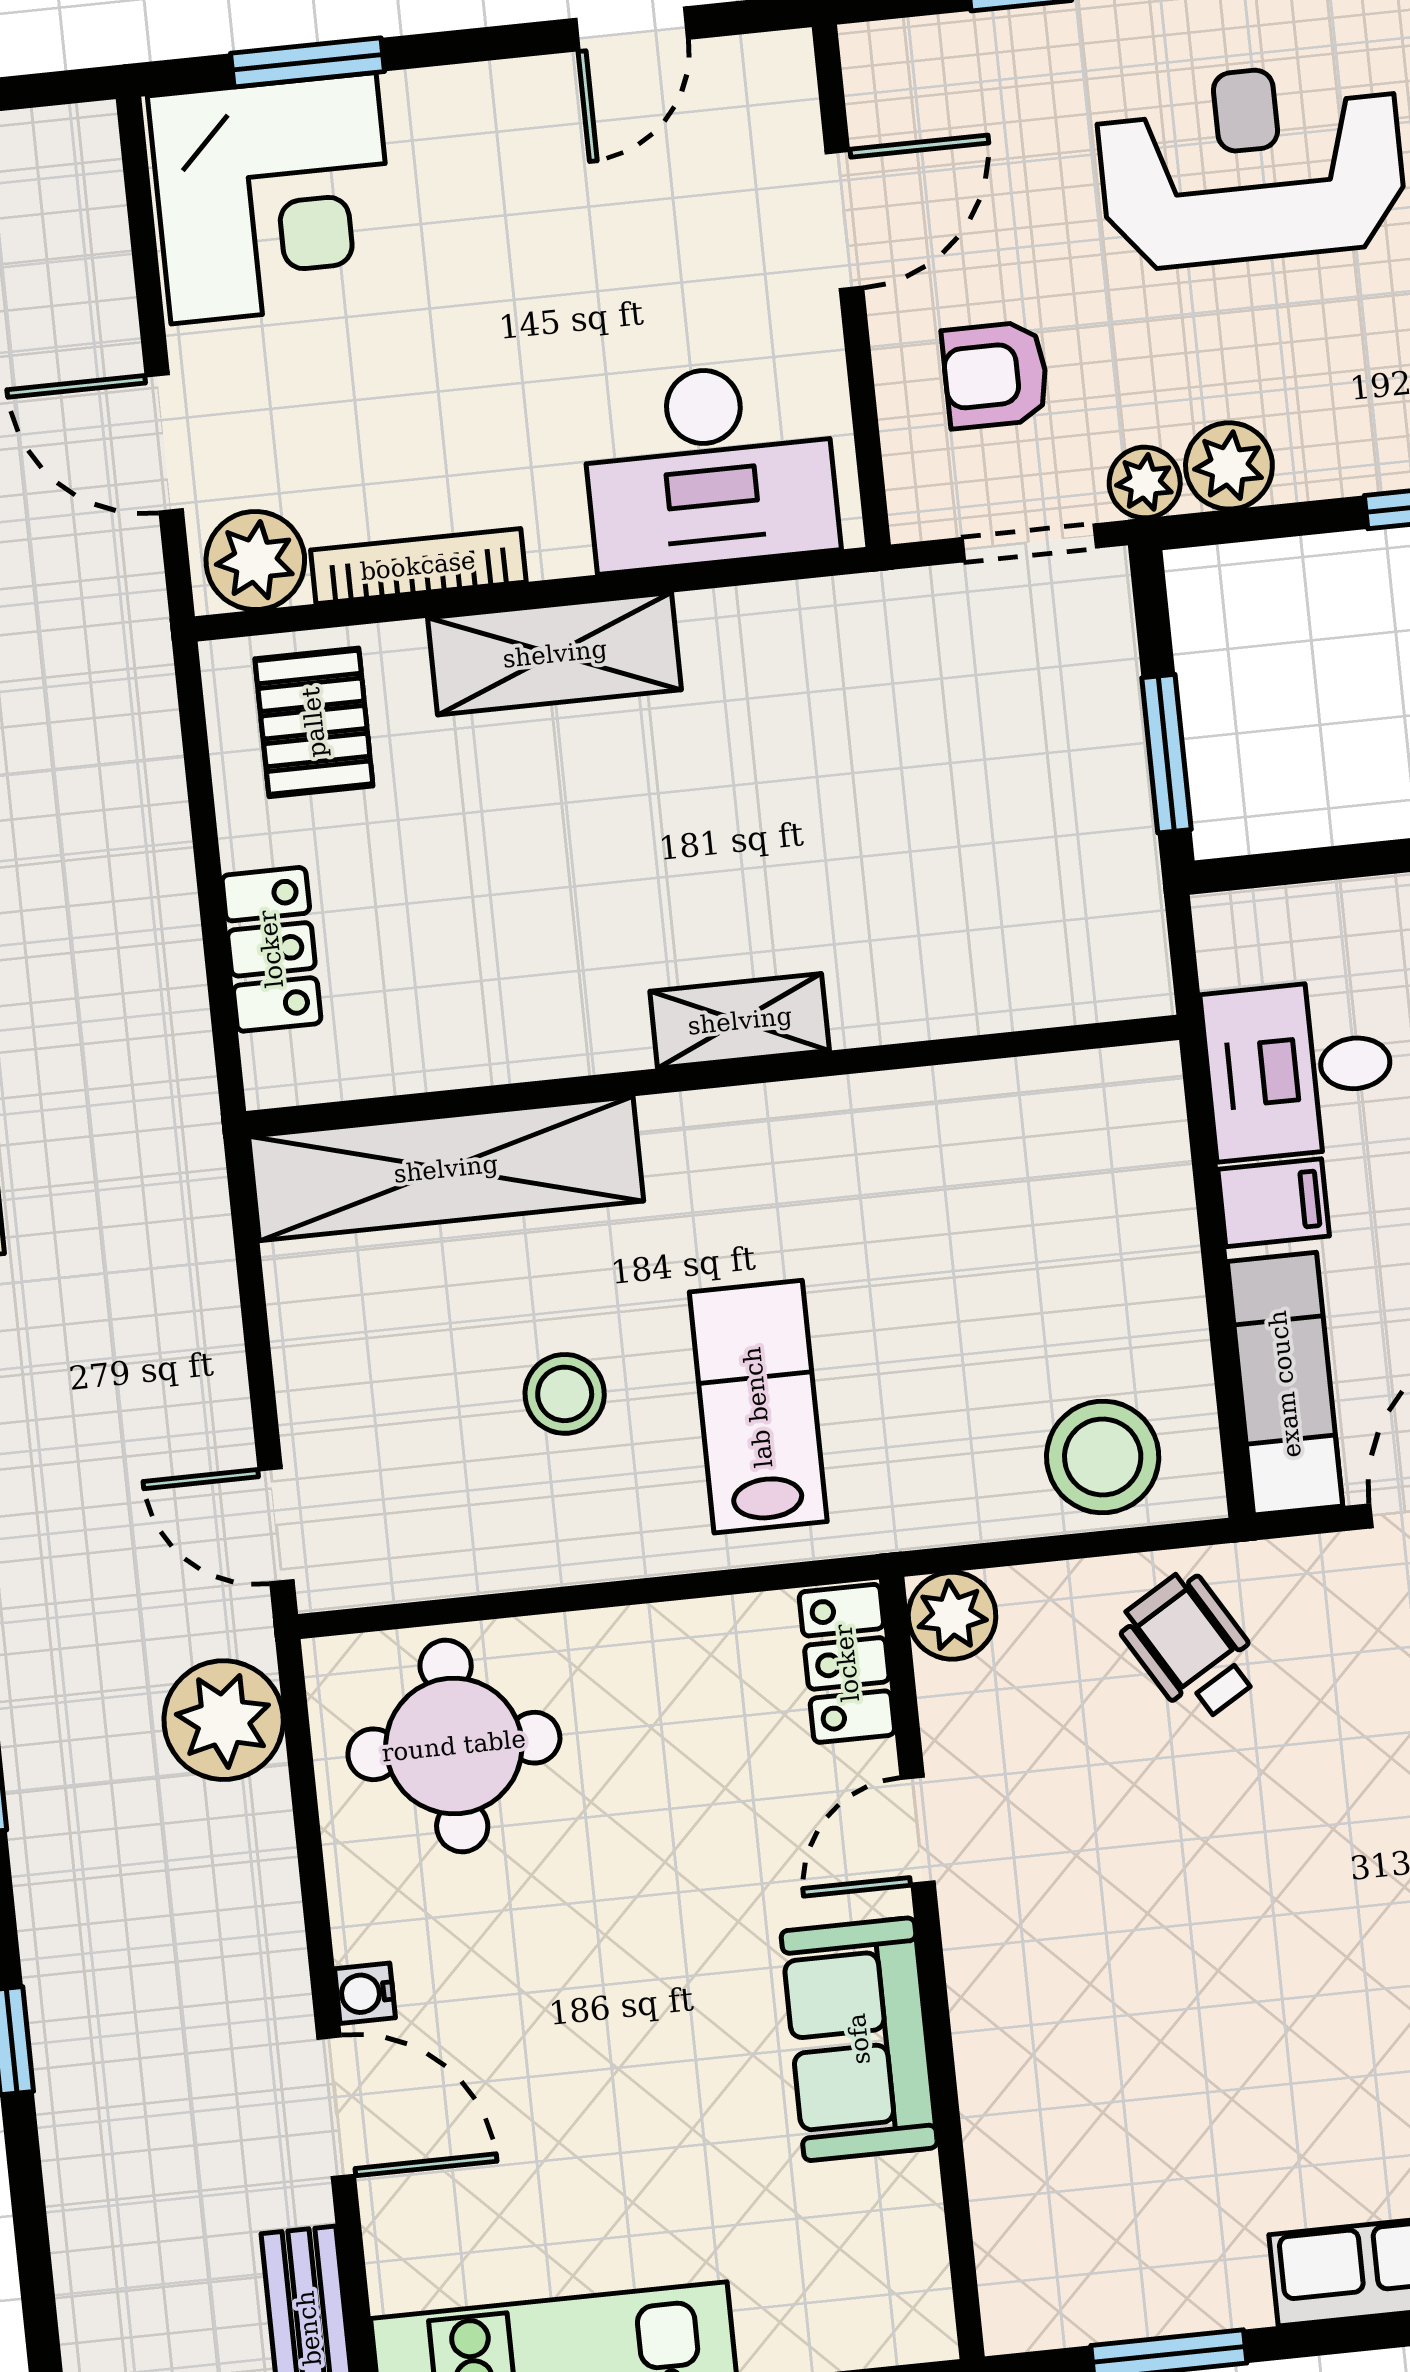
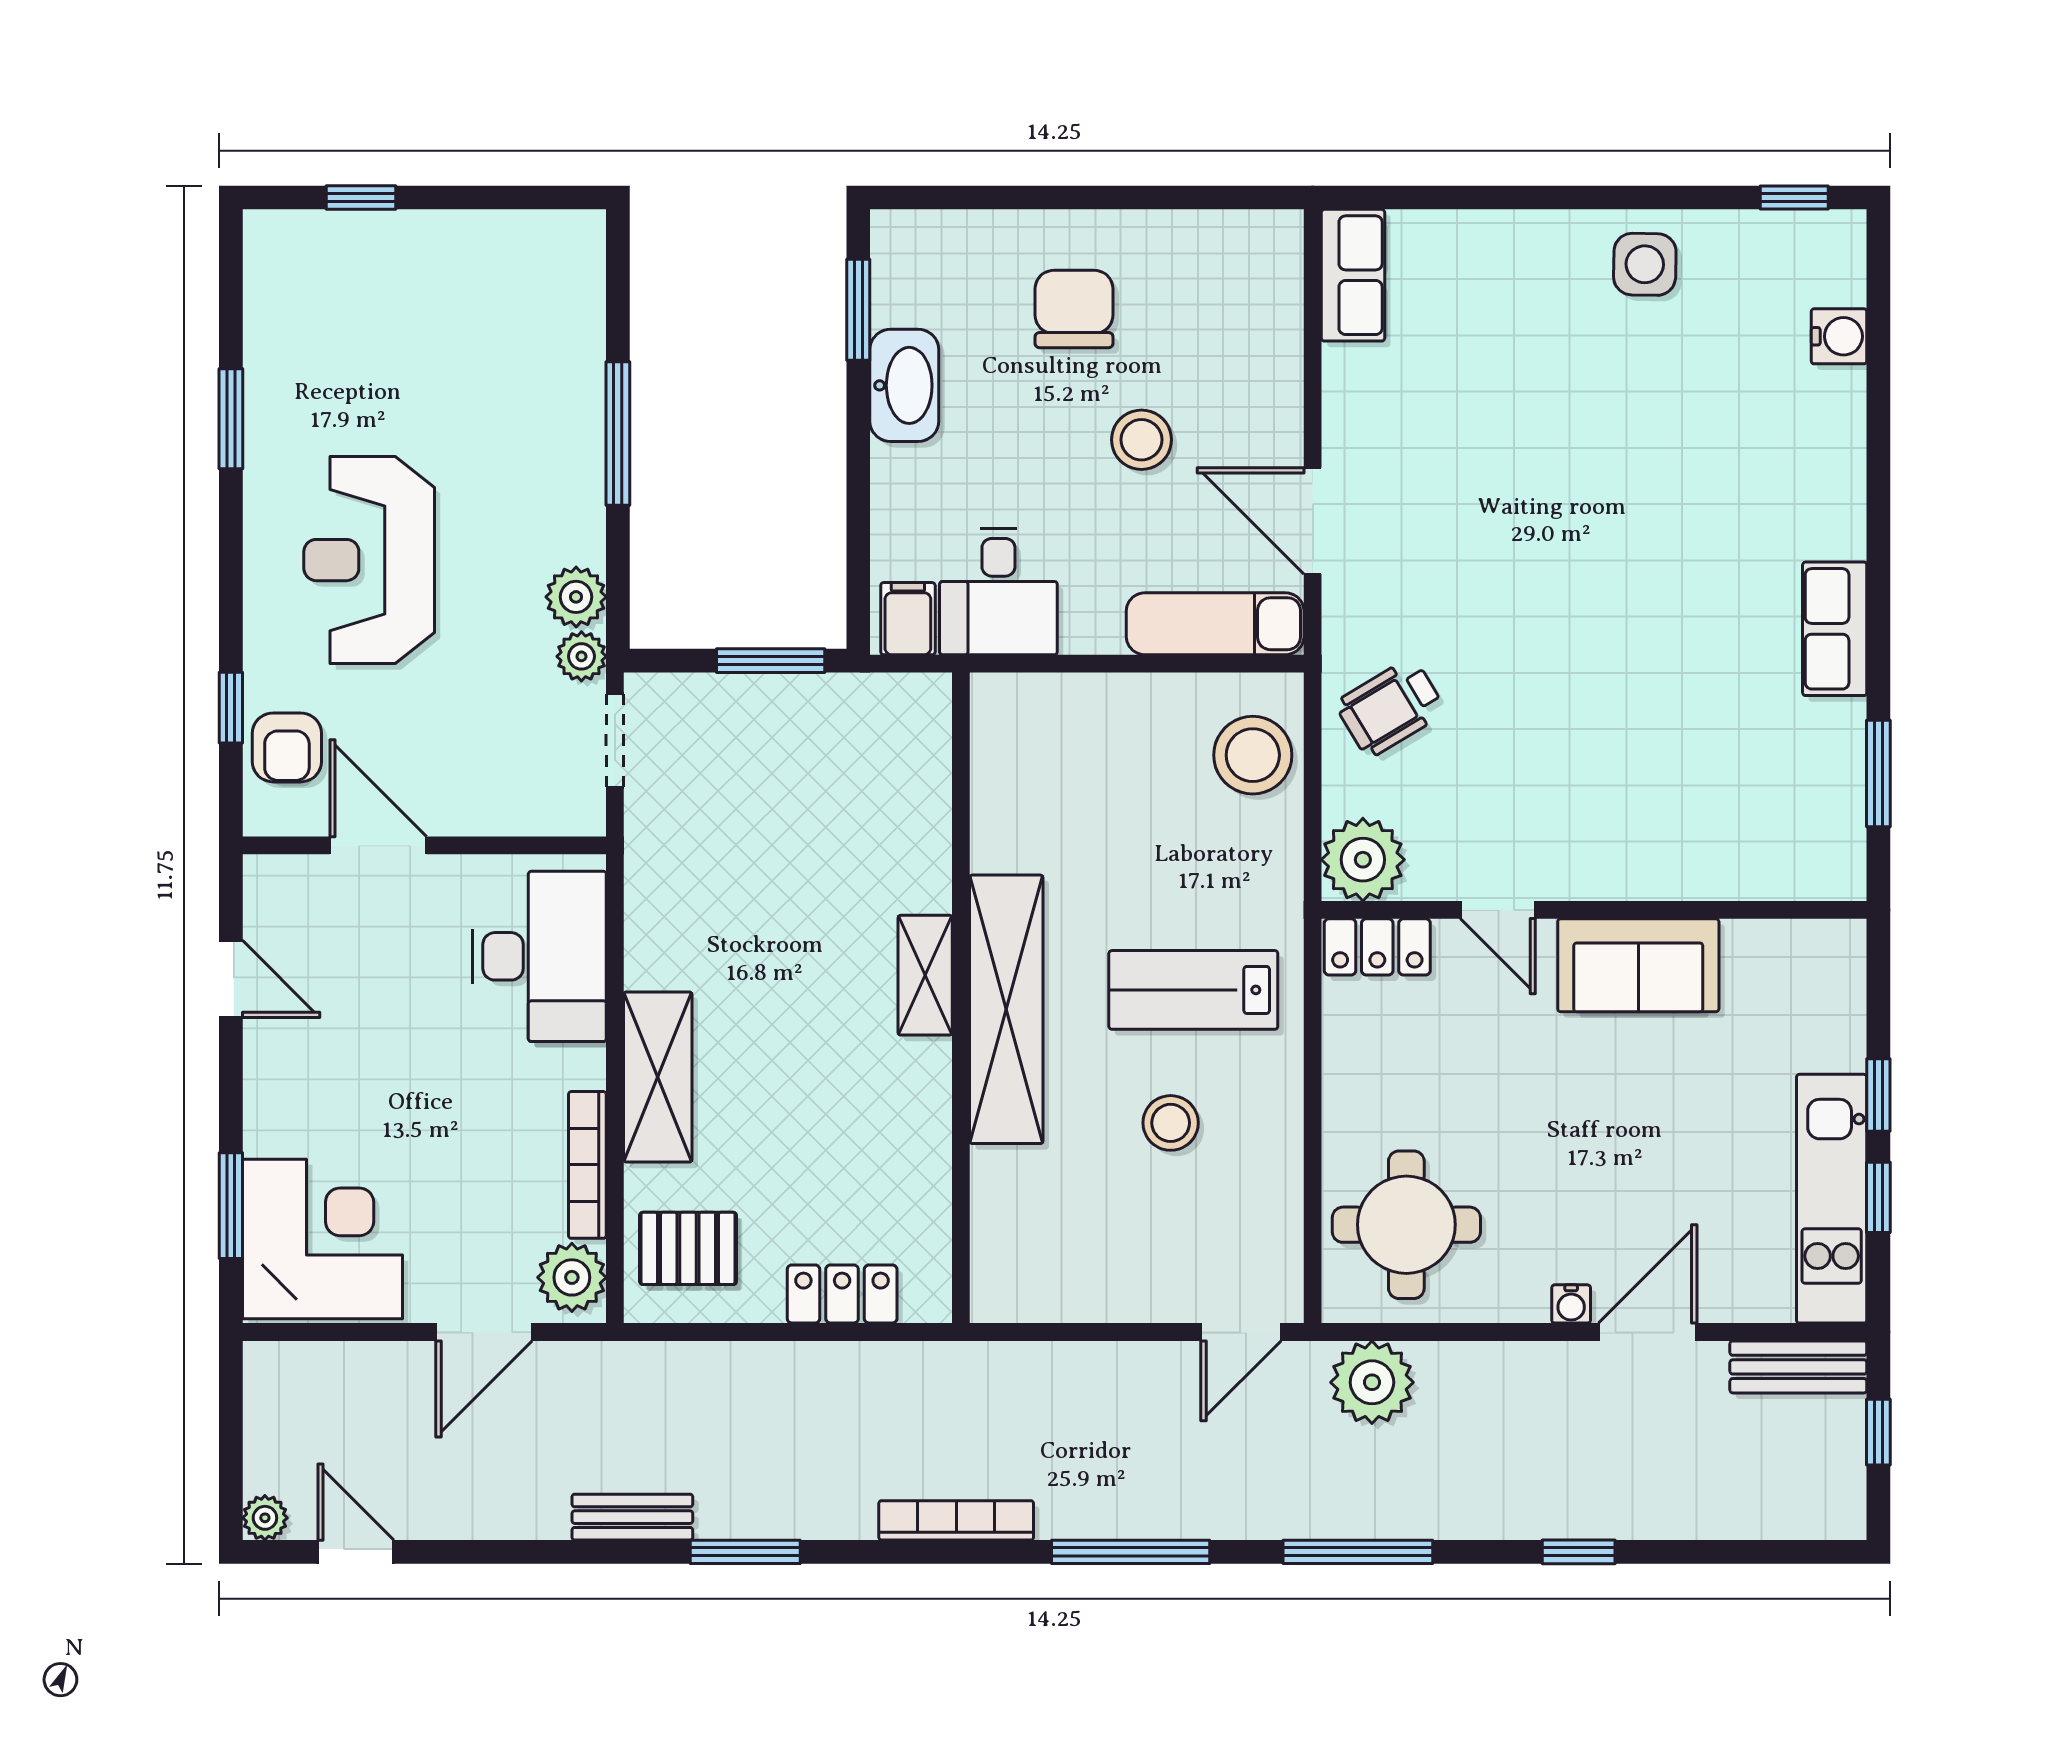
armchair: (995, 375) -> (287, 747), moved
shelving: (446, 1169) -> (1006, 1009), moved
filing cabinet: (1274, 1203) -> (908, 619), moved
plant: (952, 1616) -> (1363, 860), width x1.36, depth x1.36

